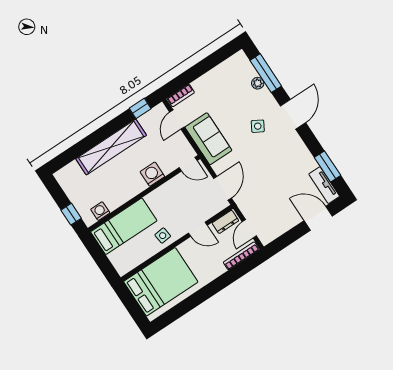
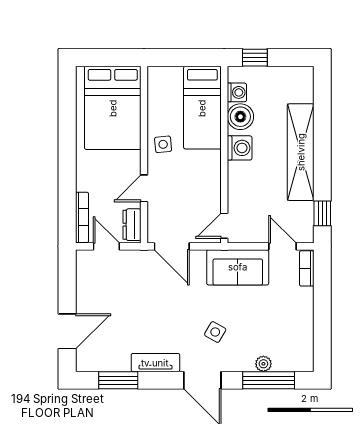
washing machine: (152, 174) -> (240, 148), moved
tv unit: (324, 185) -> (155, 363), moved
boiler: (114, 199) -> (240, 117), added

